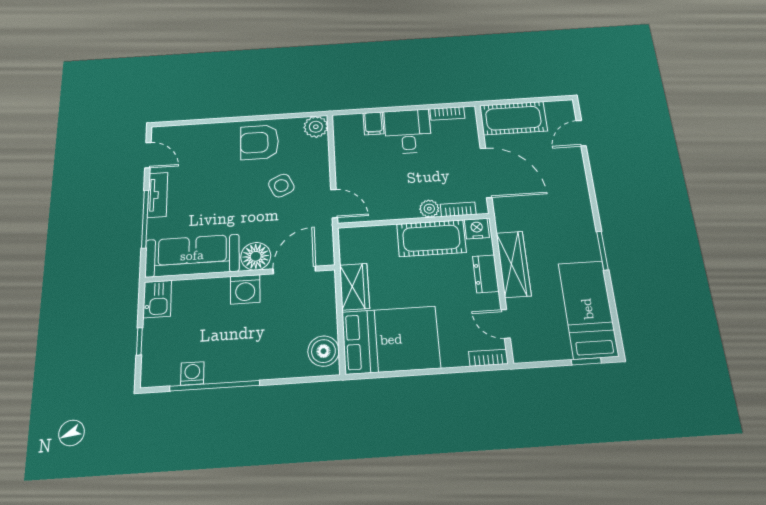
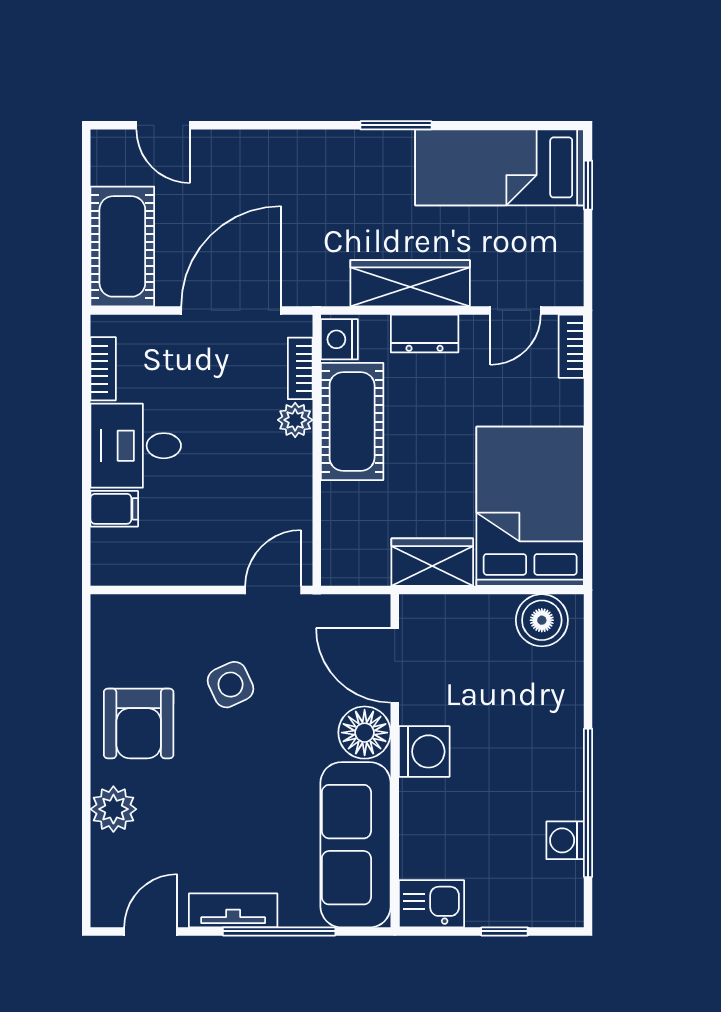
plant: (316, 127) -> (113, 809), moved

